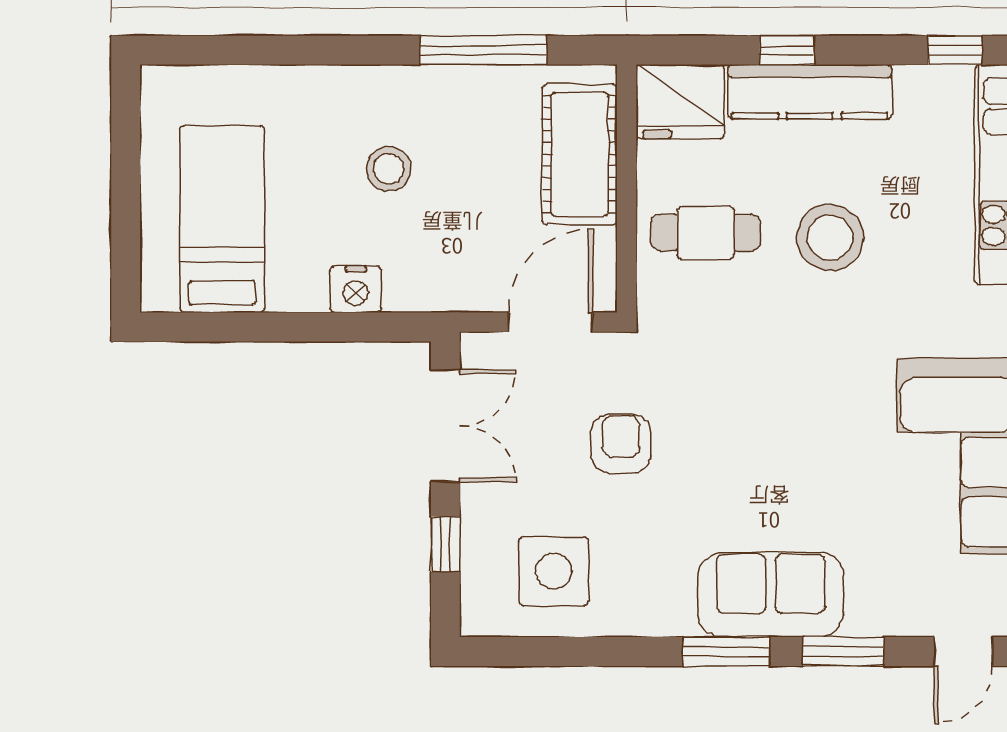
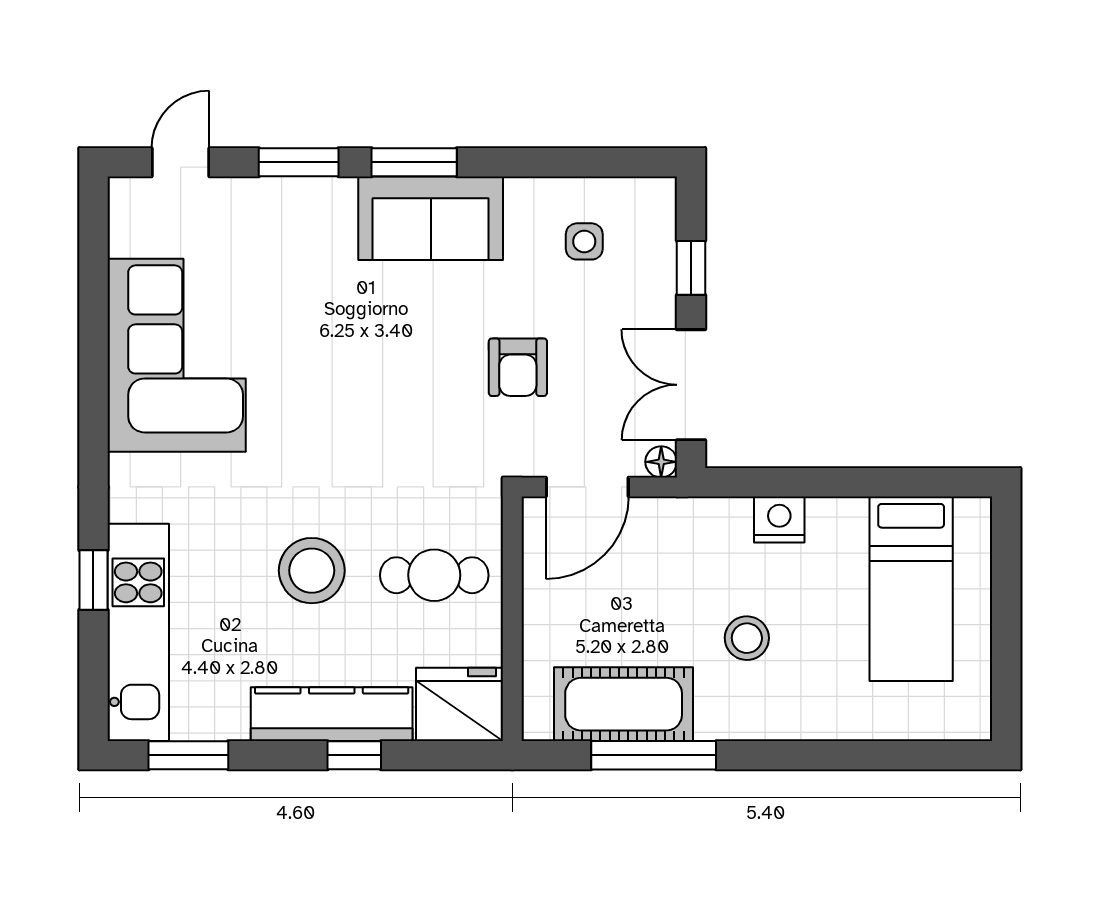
window: (955, 50) -> (188, 755), width x1.50
cot: (580, 154) -> (624, 704), moved, turned 90
floor lamp: (476, 348) -> (661, 462), added
side table: (554, 571) -> (584, 241), width x0.54, depth x0.54
sofa: (771, 595) -> (431, 218), moved

